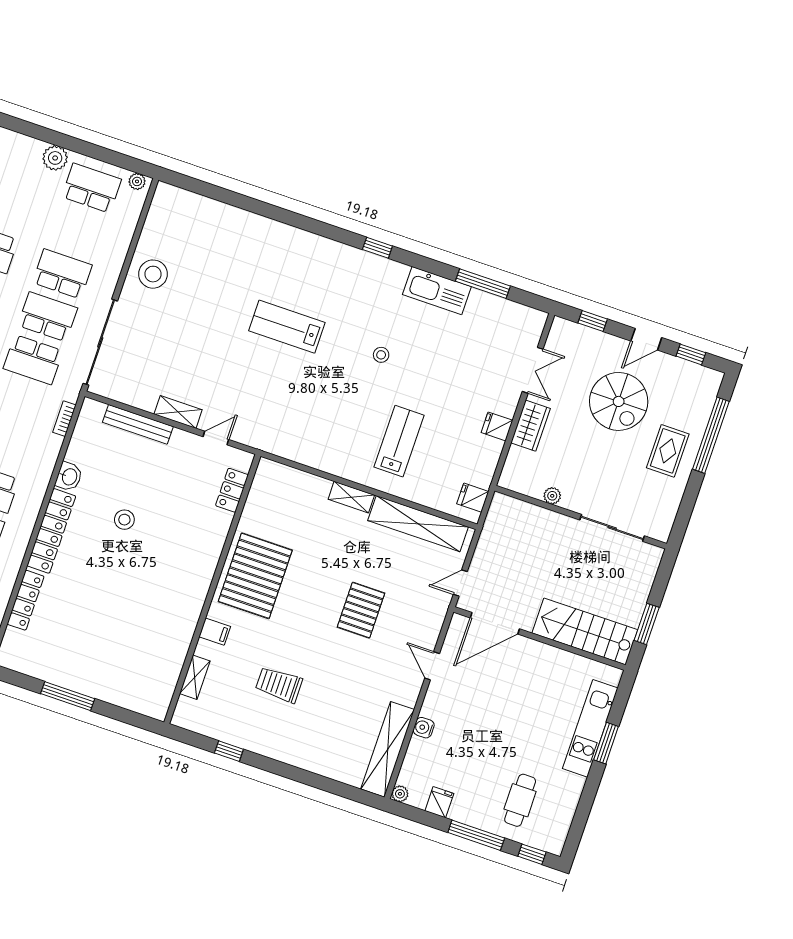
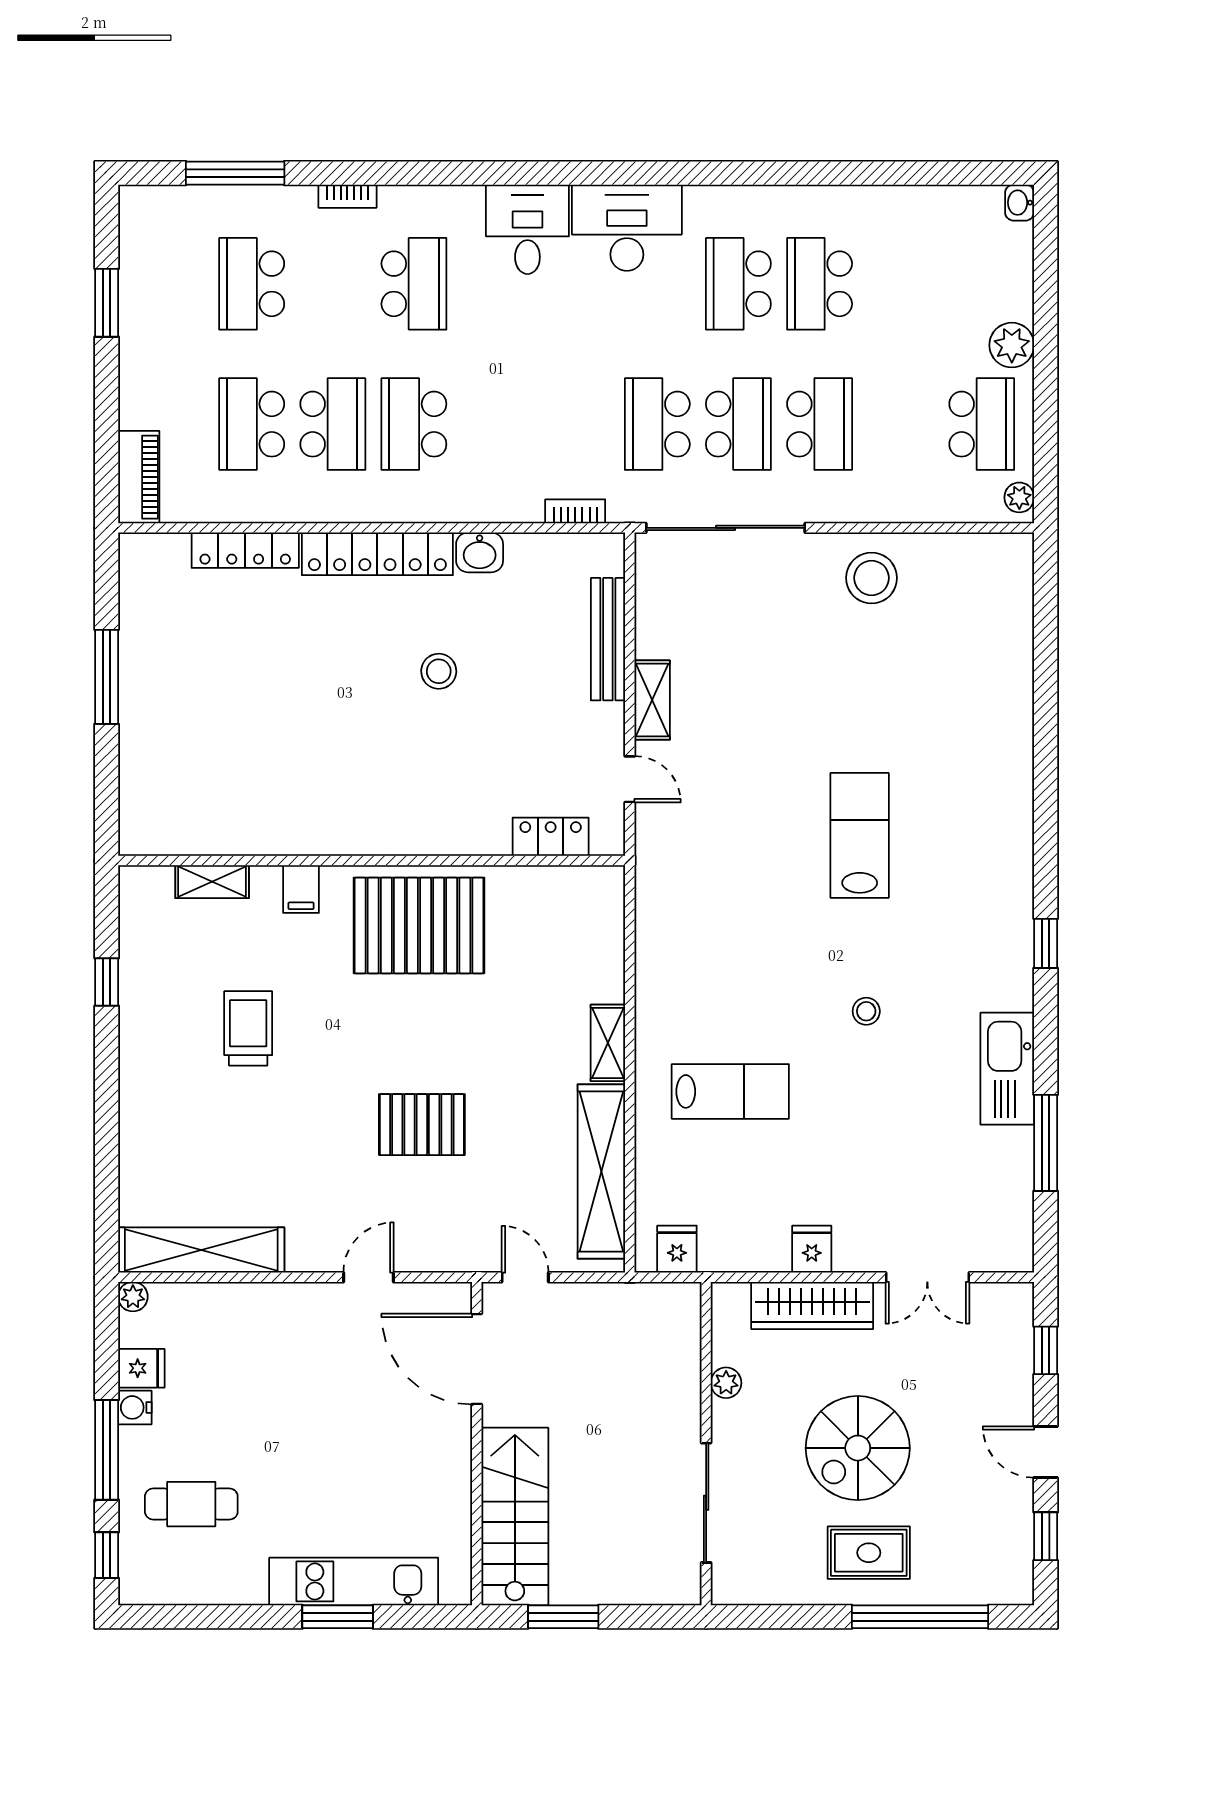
spiral stairs: (619, 401) -> (858, 1448), moved
wardrobe: (531, 426) -> (812, 1305), width x1.50
water cooler: (424, 728) -> (135, 1407), moved, turned -90

